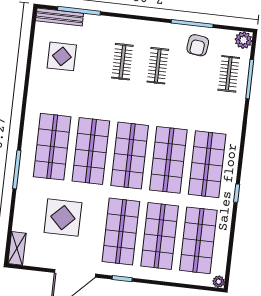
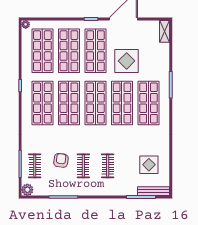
armchair: (198, 45) -> (61, 160), moved
display table: (63, 218) -> (127, 61), moved

